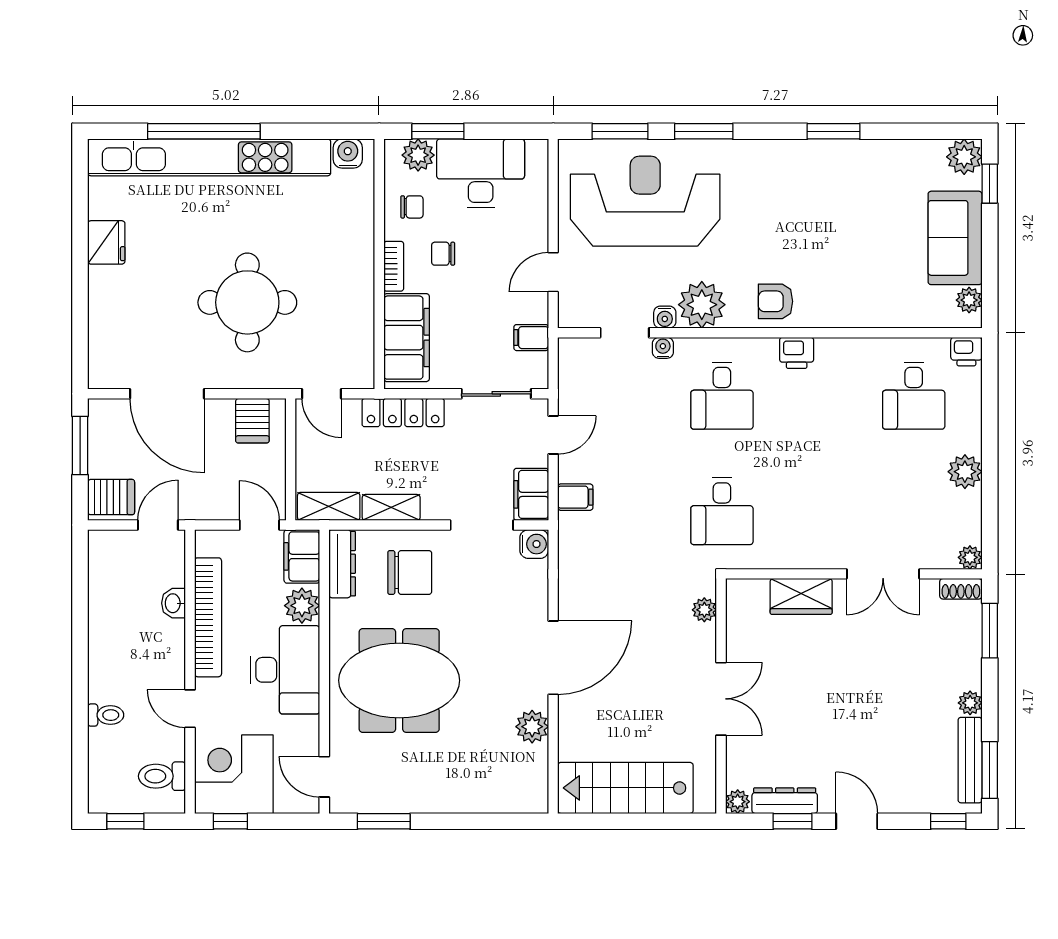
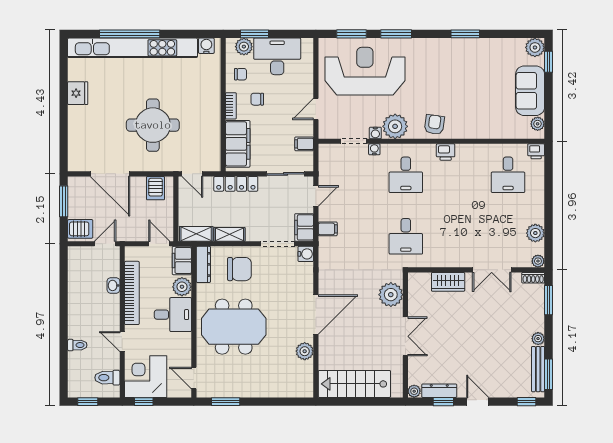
armchair: (776, 301) -> (434, 125), turned 98
plant: (965, 472) -> (535, 233), moved
plant: (704, 610) -> (391, 295), width x1.88, depth x1.88
desk: (285, 670) -> (173, 315), width x0.73

